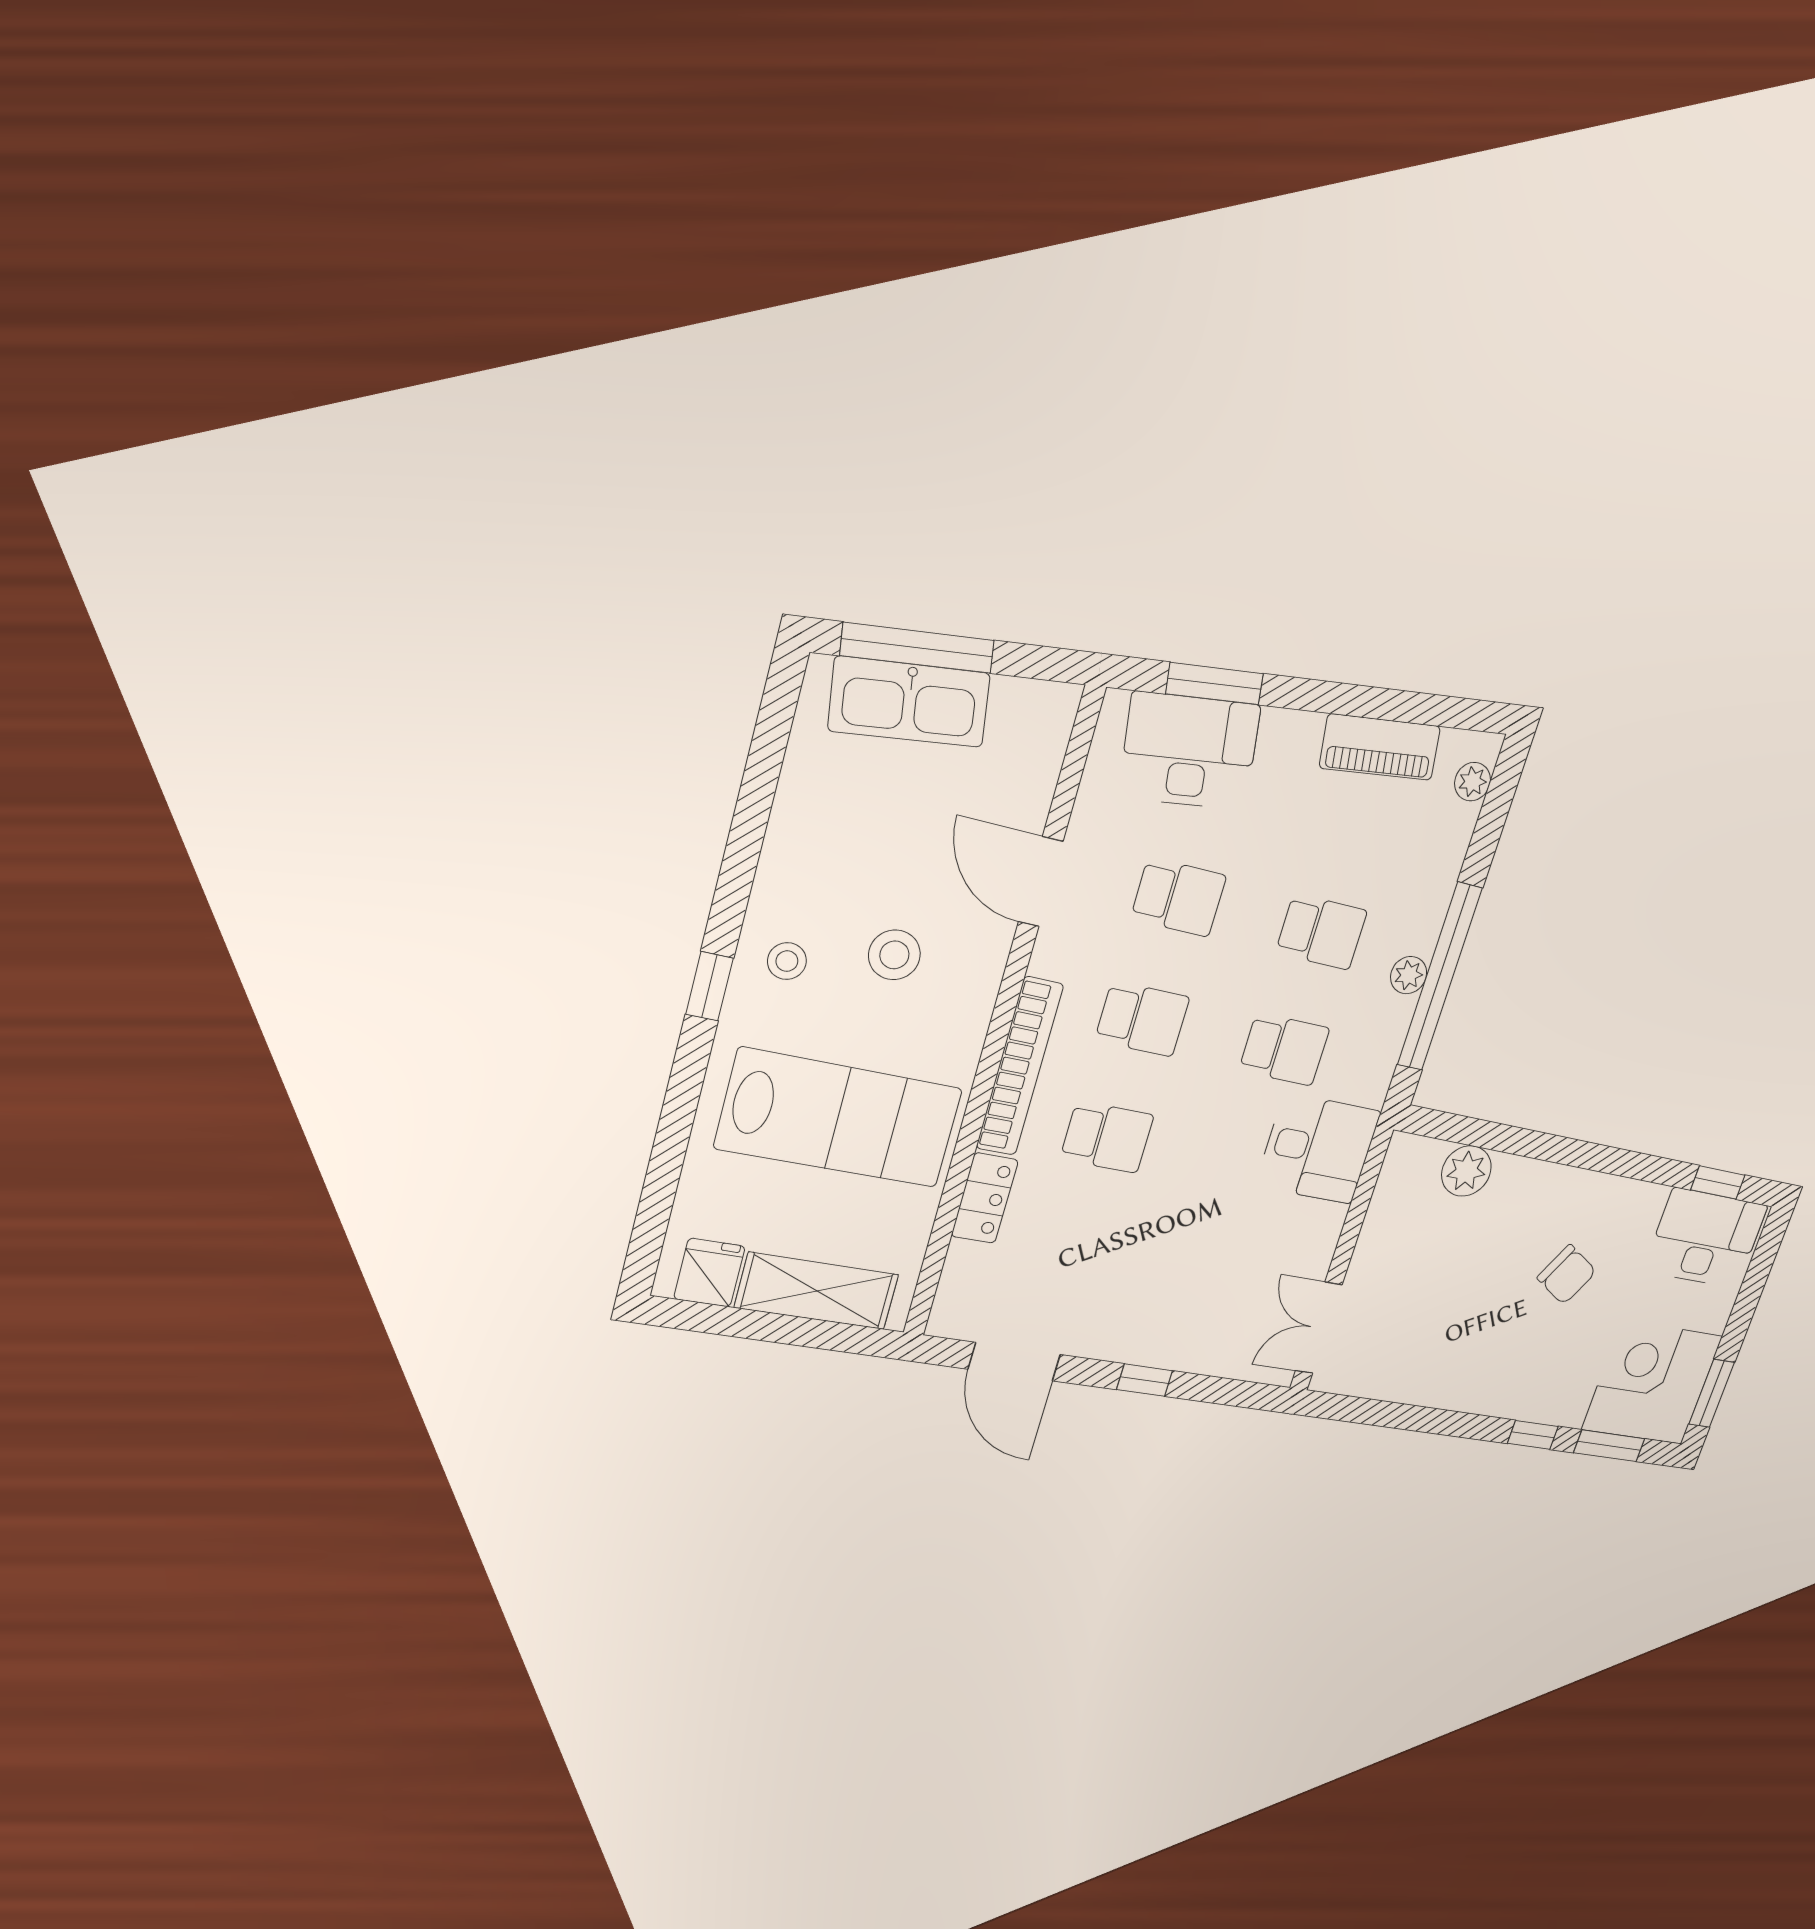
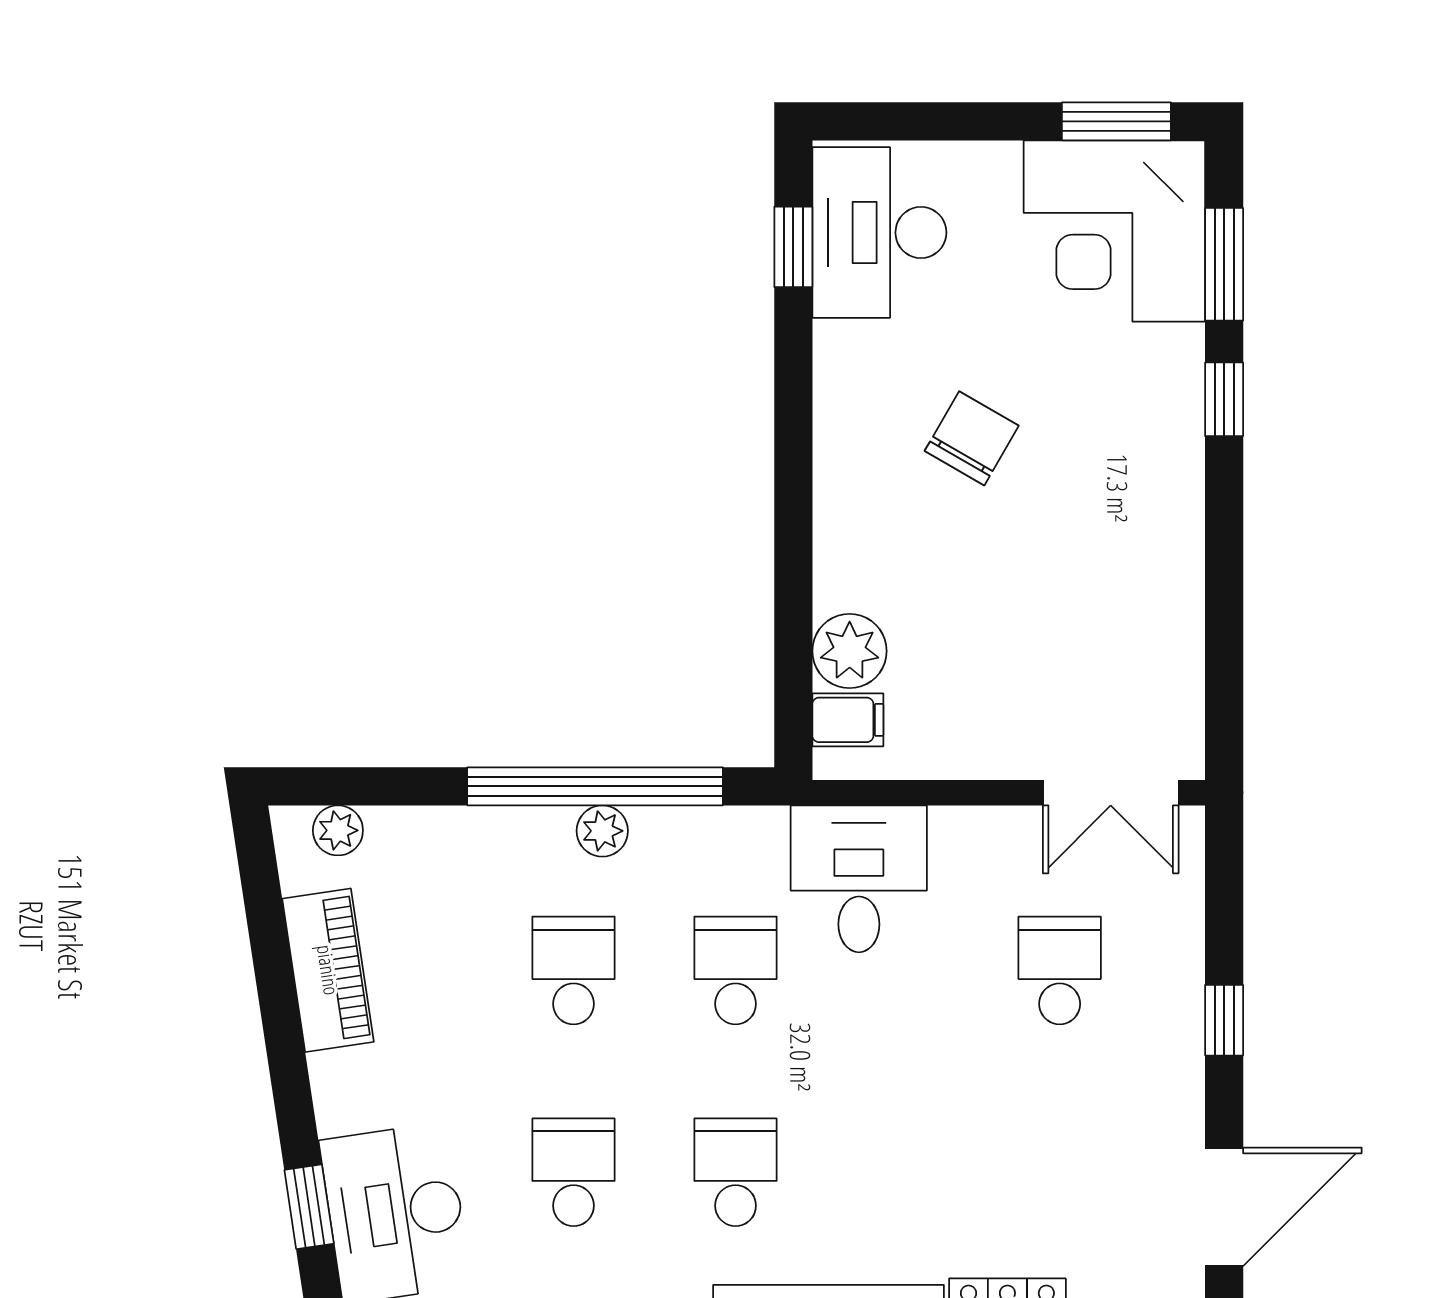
window: (1215, 684) -> (309, 1207), width x0.67
school desk: (1107, 1137) -> (1060, 970), moved
filing cabinet: (1424, 1161) -> (848, 720), added

